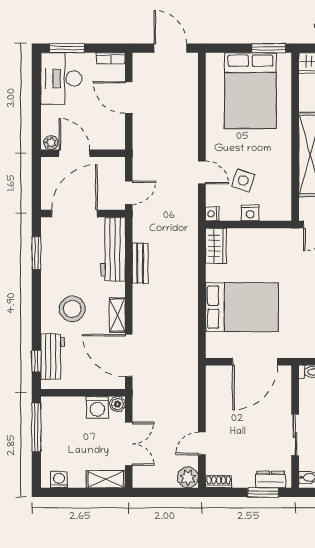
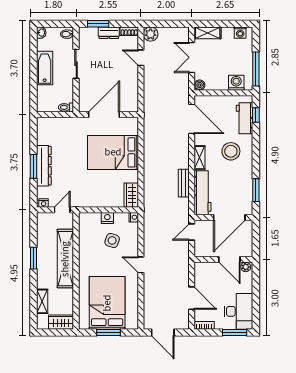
window: (269, 48) -> (109, 332), moved
door: (202, 172) -> (141, 265), moved
shelving: (117, 315) -> (200, 158), moved
washing machine: (97, 407) -> (236, 83), moved
door: (202, 443) -> (141, 58), swing flipped
dresser: (271, 479) -> (109, 33), moved

